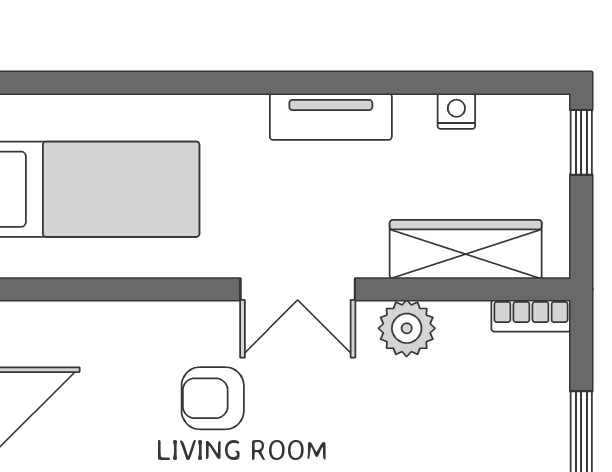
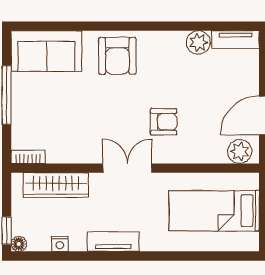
floor lamp: (553, 111) -> (19, 244), added
plant: (407, 328) -> (240, 152), moved

